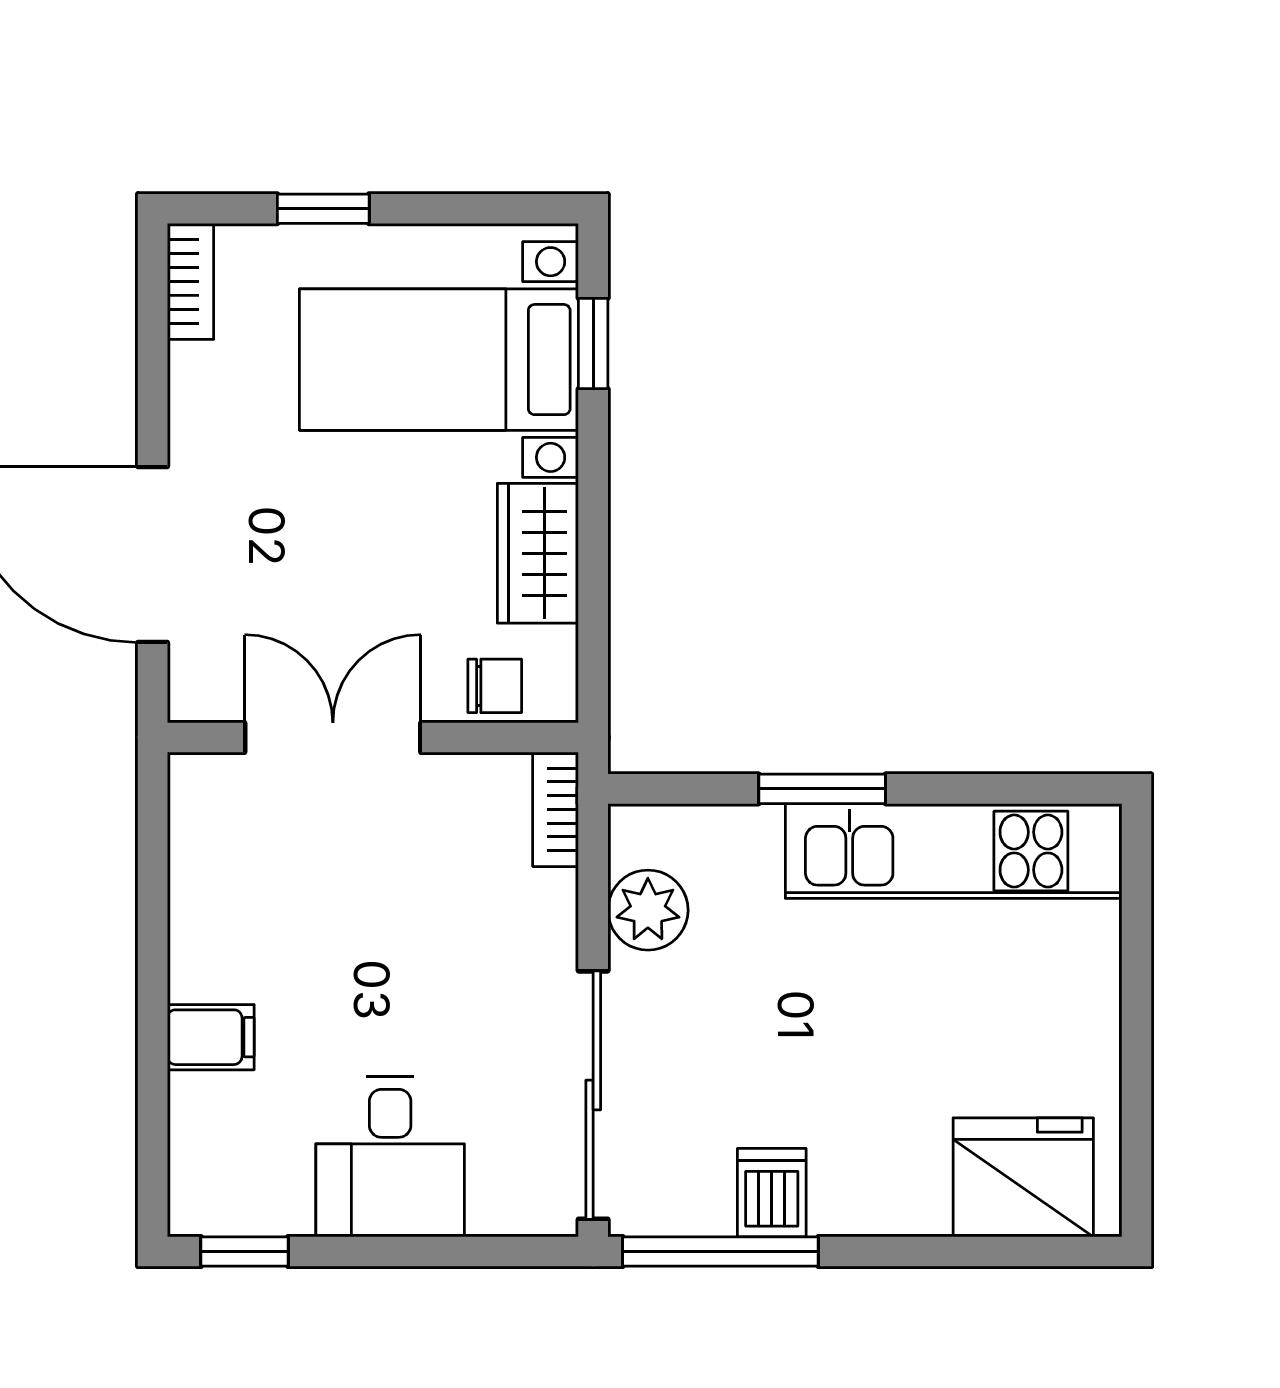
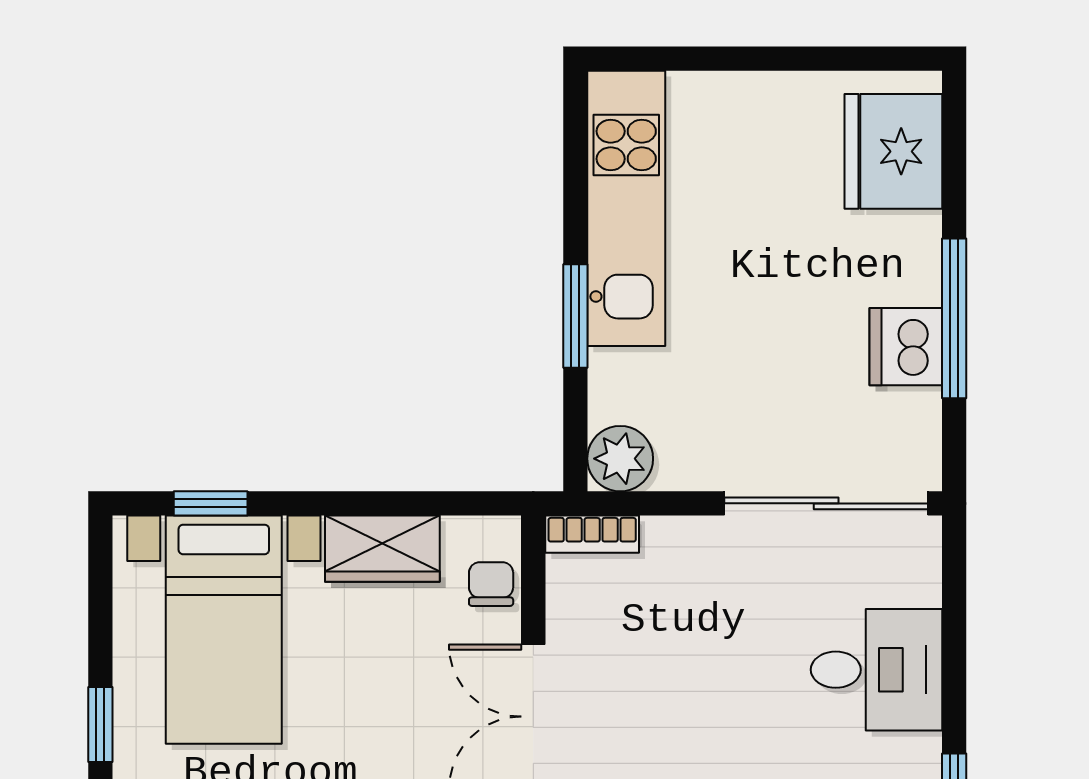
plant: (648, 910) -> (620, 459), moved
dishwasher: (772, 1193) -> (906, 347), width x1.38
window: (720, 1251) -> (954, 318), moved

